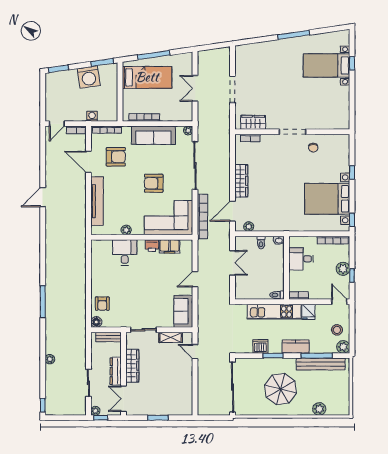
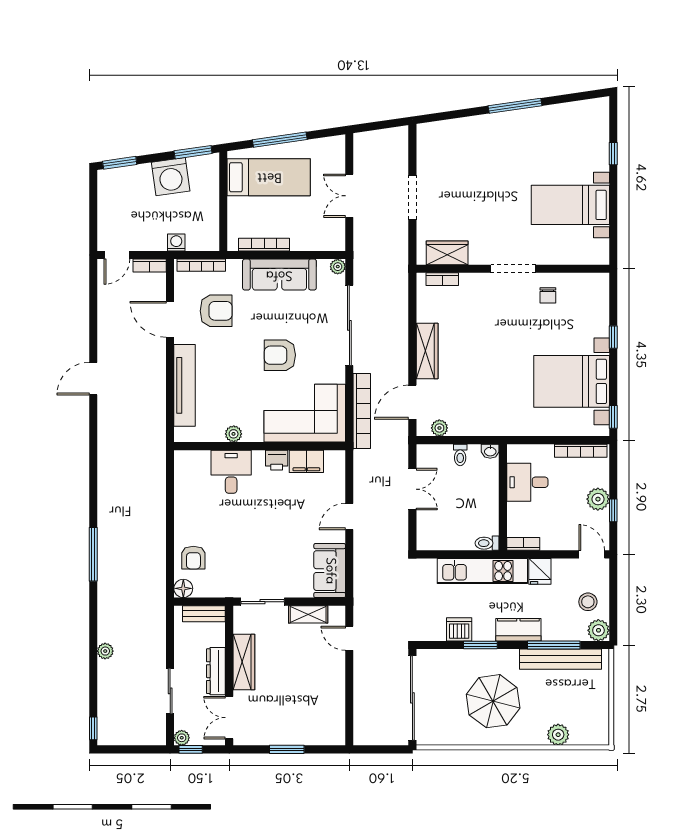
bed with nightstands: (327, 65) -> (570, 205), moved

